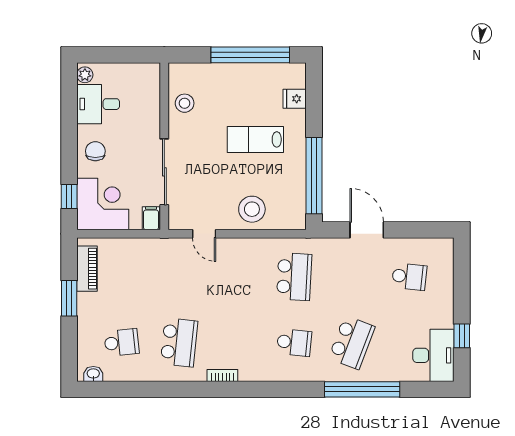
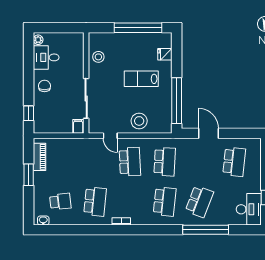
corner desk: (103, 204) -> (49, 118), removed
school desk: (237, 277) -> (130, 162), added
school desk: (409, 277) -> (234, 162), width x1.85
school desk: (294, 342) -> (165, 201), width x1.85

